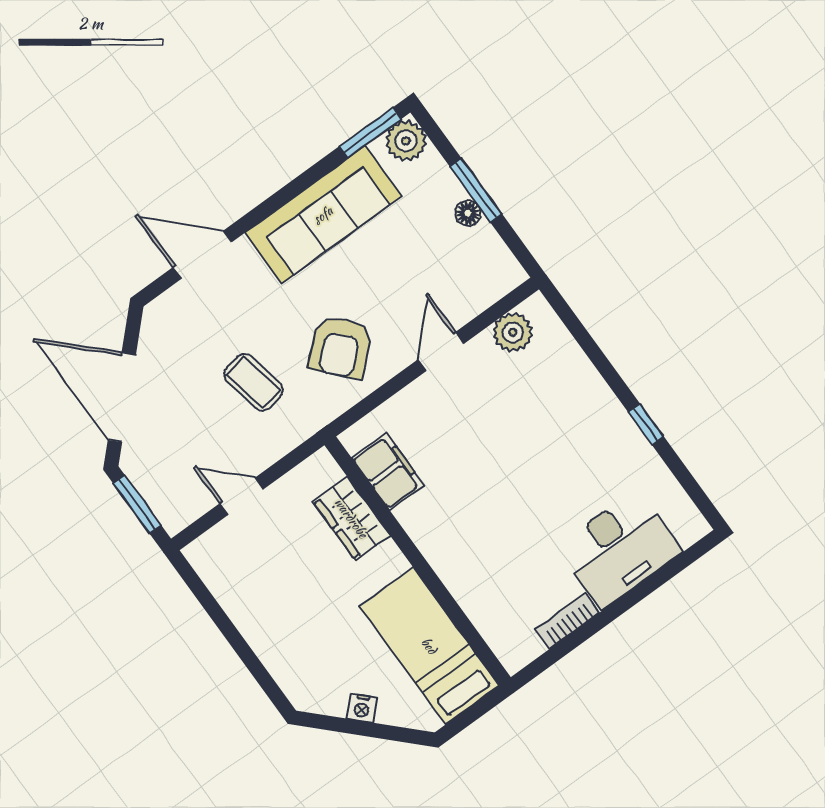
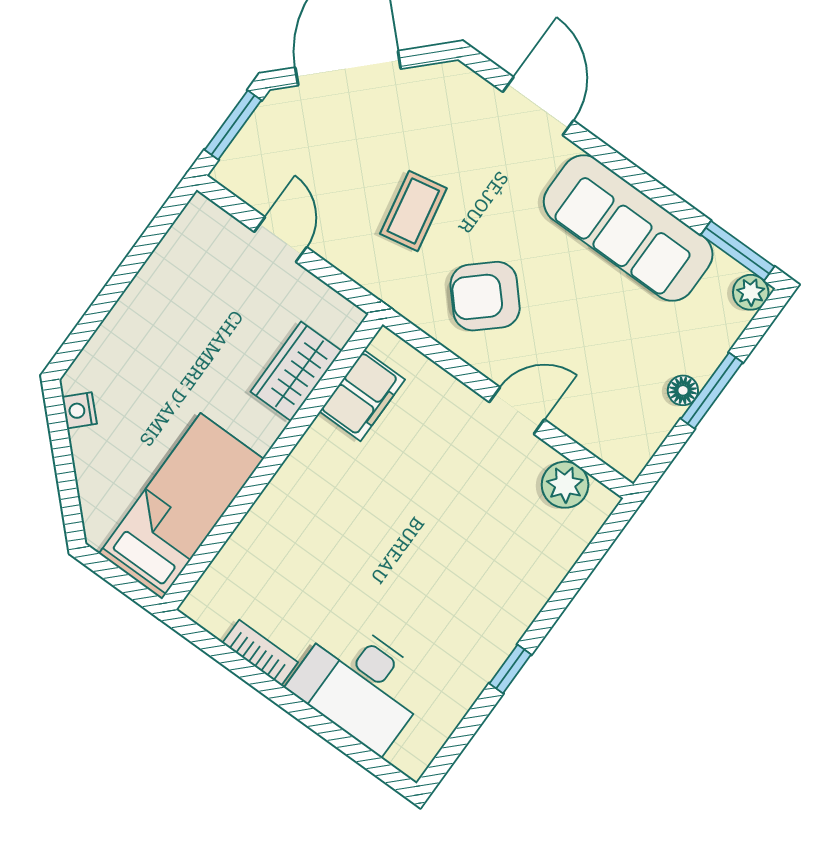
plant: (406, 141) -> (751, 292), width x0.73, depth x0.73
nightstand: (362, 708) -> (79, 410), moved

